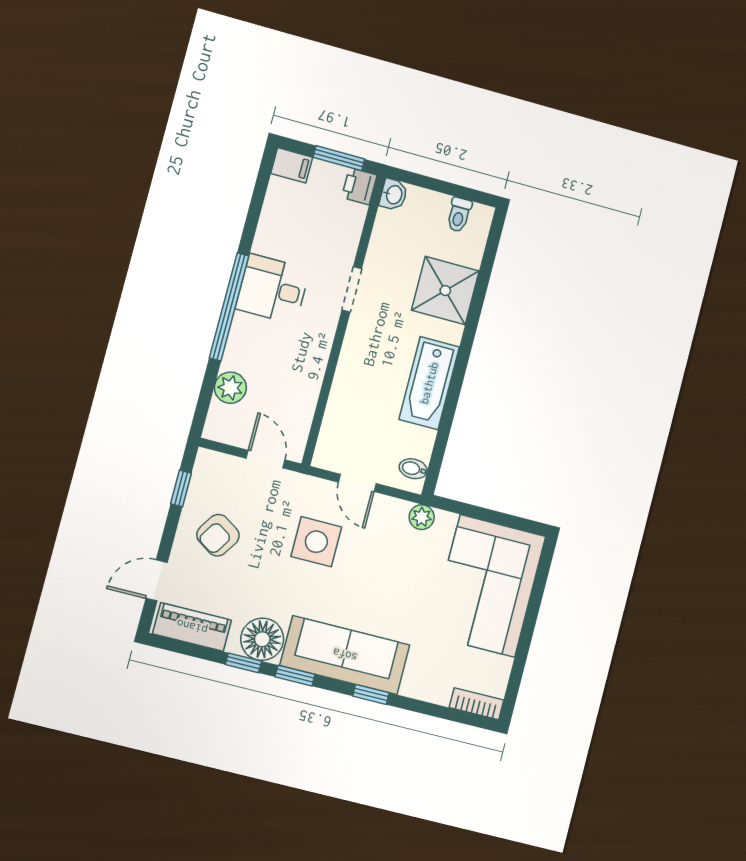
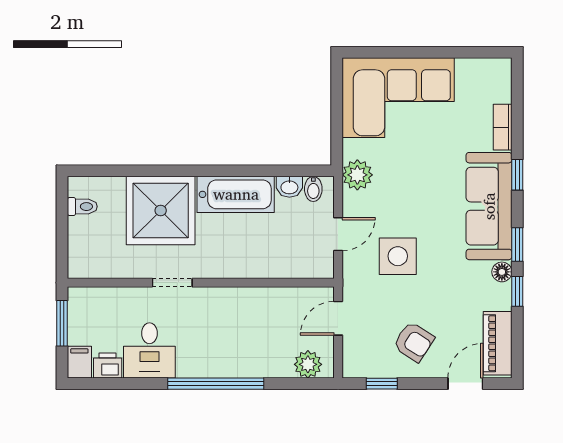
printer: (359, 186) -> (108, 366), moved, turned 180
washbasin: (393, 195) -> (289, 187), moved, turned 180
desk: (273, 289) -> (149, 350), moved
shower: (445, 291) -> (161, 211), width x1.37, depth x1.37
plant: (230, 388) -> (308, 364), moved
plant: (422, 517) -> (357, 175), width x1.38, depth x1.38
door: (157, 580) -> (465, 384), swing flipped
floor lamp: (262, 639) -> (502, 272), width x0.53, depth x0.53
bookcase: (477, 704) -> (503, 127), moved

